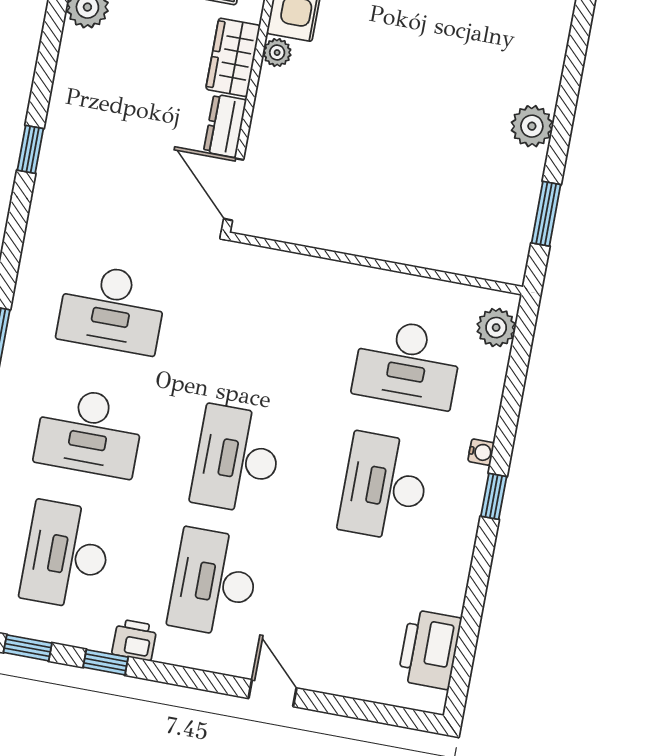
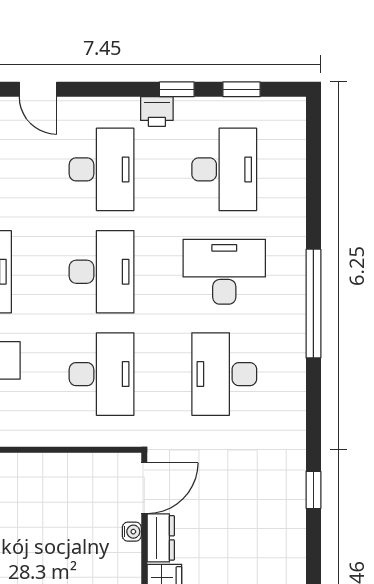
water cooler: (258, 140) -> (132, 532), added
door: (234, 189) -> (144, 488), hinge flipped
desk: (112, 309) -> (224, 374), turned -90
desk: (260, 336) -> (102, 374), added

